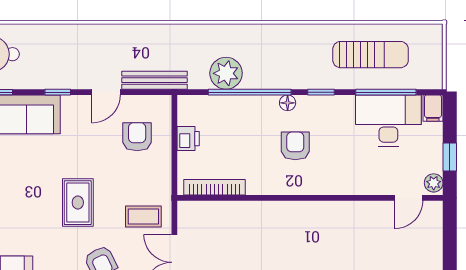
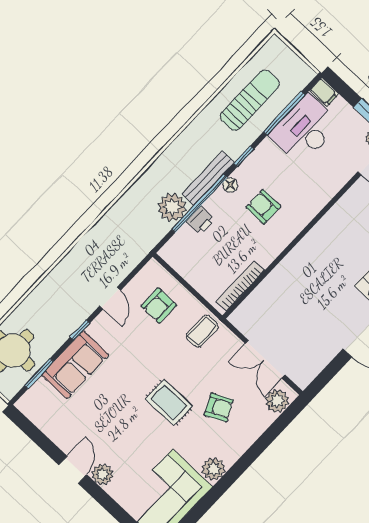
bench: (154, 80) -> (208, 178), moved
armchair: (137, 137) -> (159, 306), turned -90
printer: (188, 139) -> (201, 220), moved, turned 90
rug: (78, 203) -> (169, 402), moved
coffee table: (143, 217) -> (202, 331), moved

